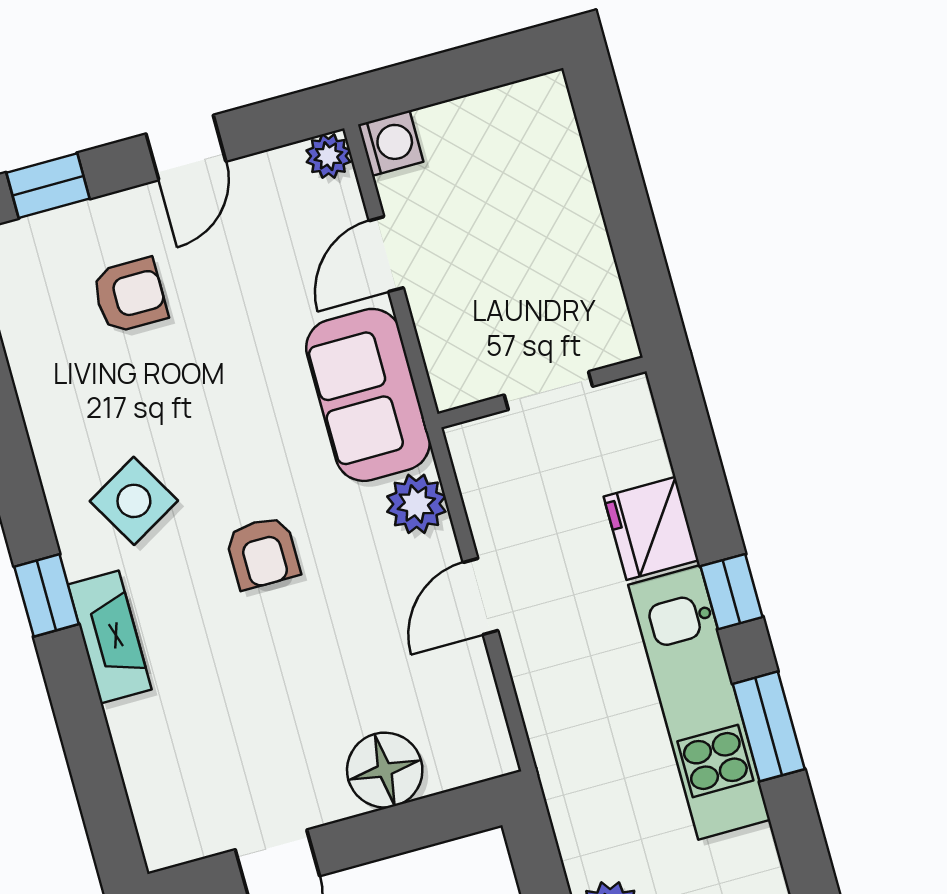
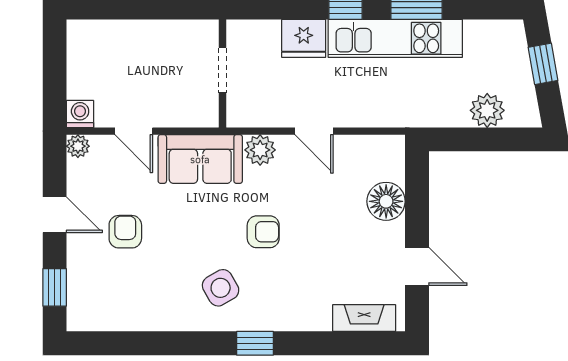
armchair: (130, 295) -> (125, 232), moved
fireplace: (110, 637) -> (364, 318), moved

